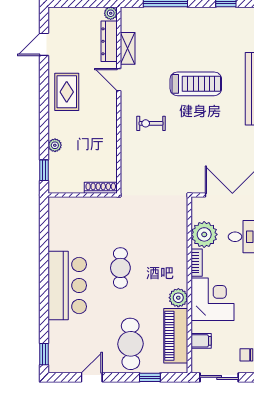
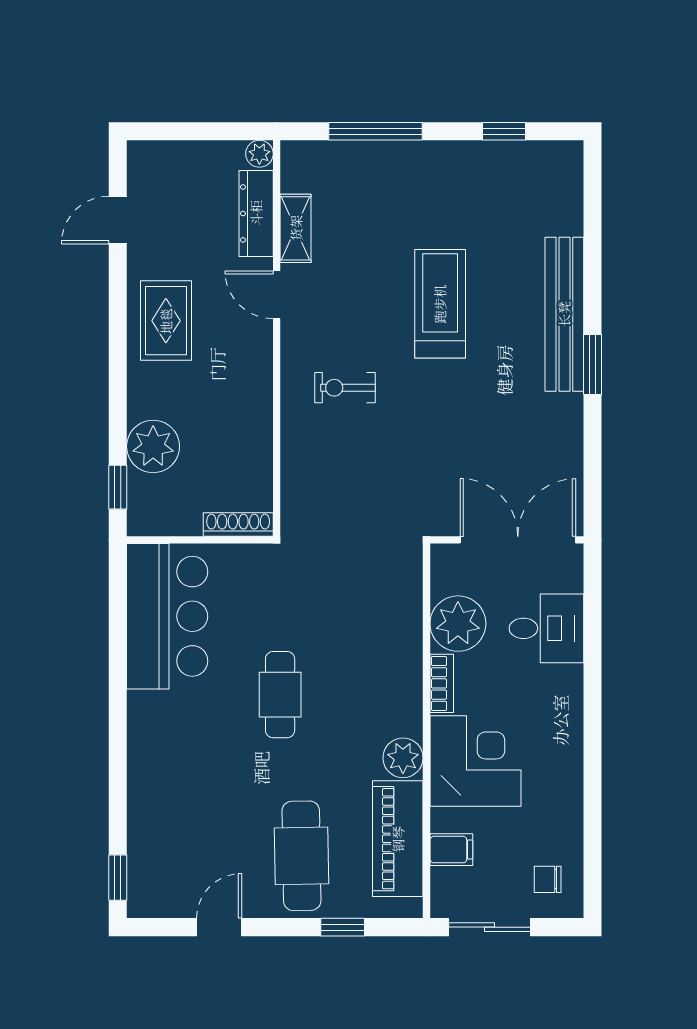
treadmill: (196, 84) -> (440, 304), turned -90
plant: (55, 145) -> (153, 446), width x1.88, depth x1.88
bar counter: (67, 285) -> (167, 616), moved

